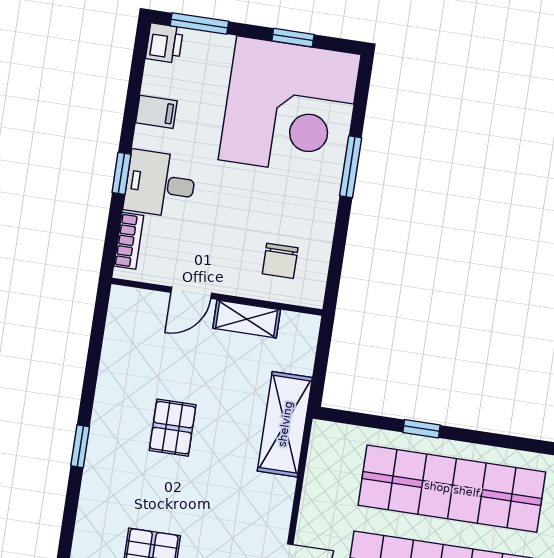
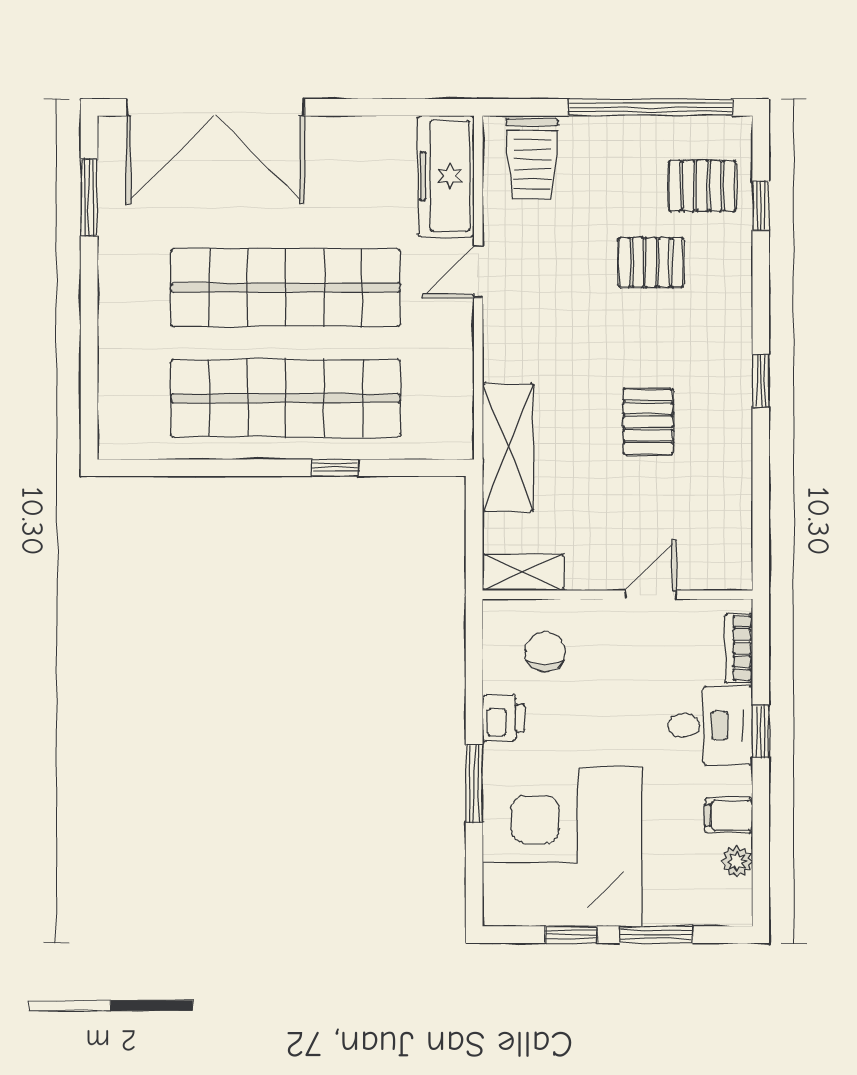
window: (199, 24) -> (656, 935), moved
printer: (164, 43) -> (503, 718), moved, turned 180
plant: (155, 75) -> (737, 861), added
shelving: (247, 319) -> (523, 572), moved

